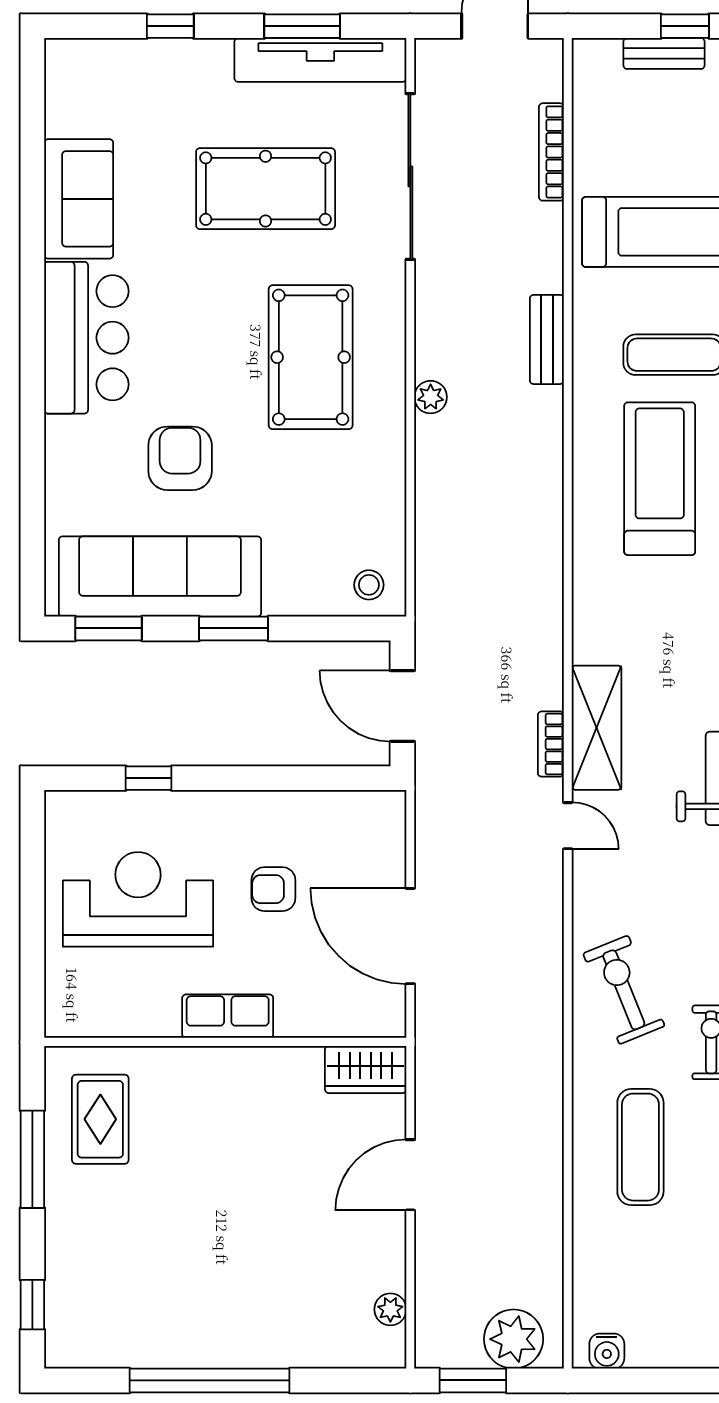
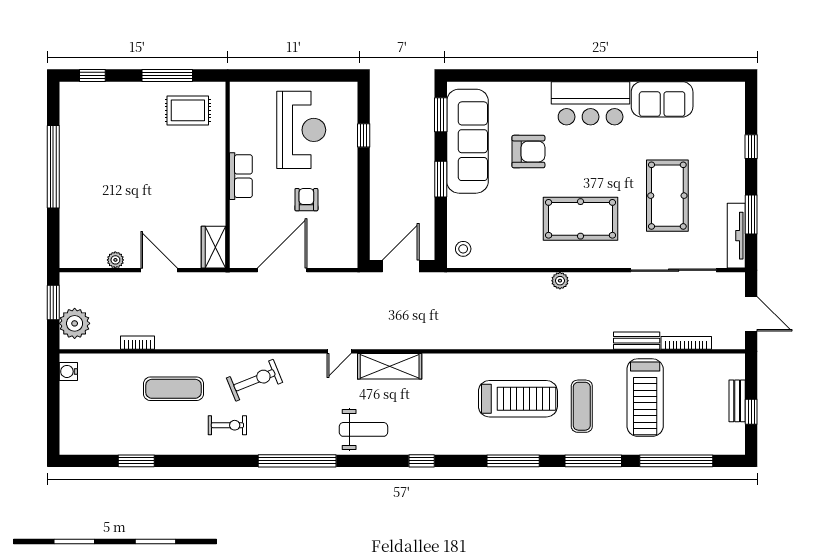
tv unit: (320, 60) -> (736, 236), width x0.73, depth x0.78
bench: (547, 339) -> (637, 341), moved
bookcase: (551, 744) -> (138, 343), moved
plant: (390, 1309) -> (115, 260), moved

